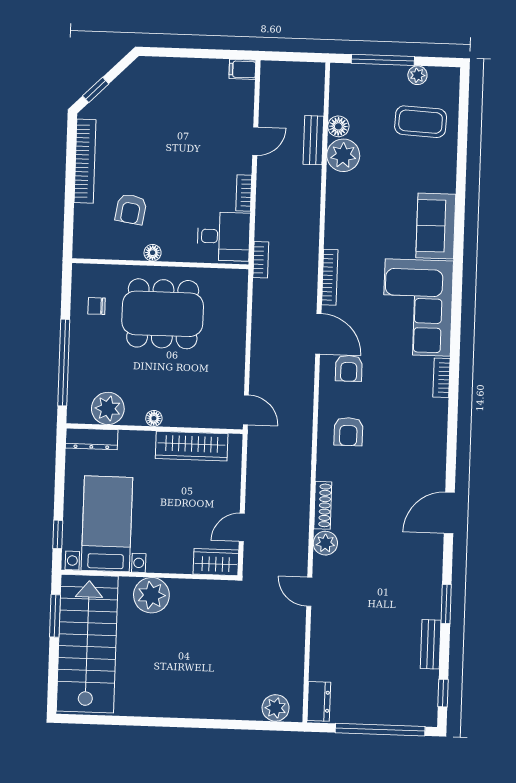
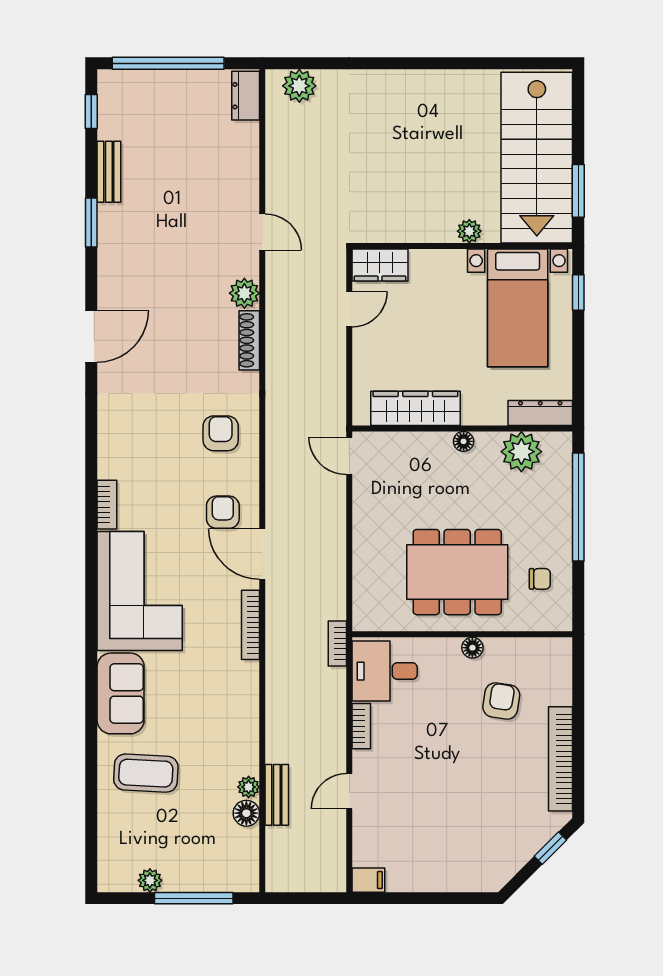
coffee table: (421, 122) -> (146, 773), moved
plant: (343, 155) -> (249, 787), width x0.53, depth x0.53
plant: (151, 595) -> (469, 231), width x0.53, depth x0.53

